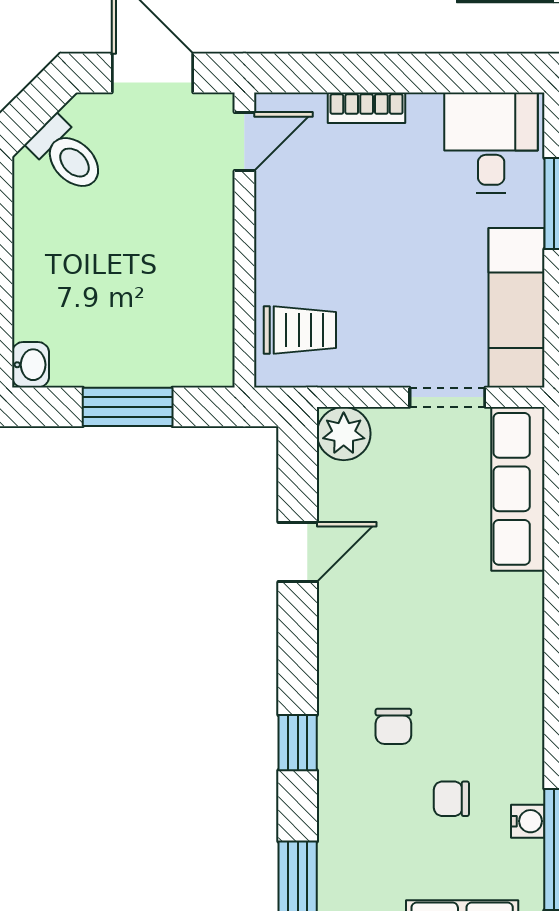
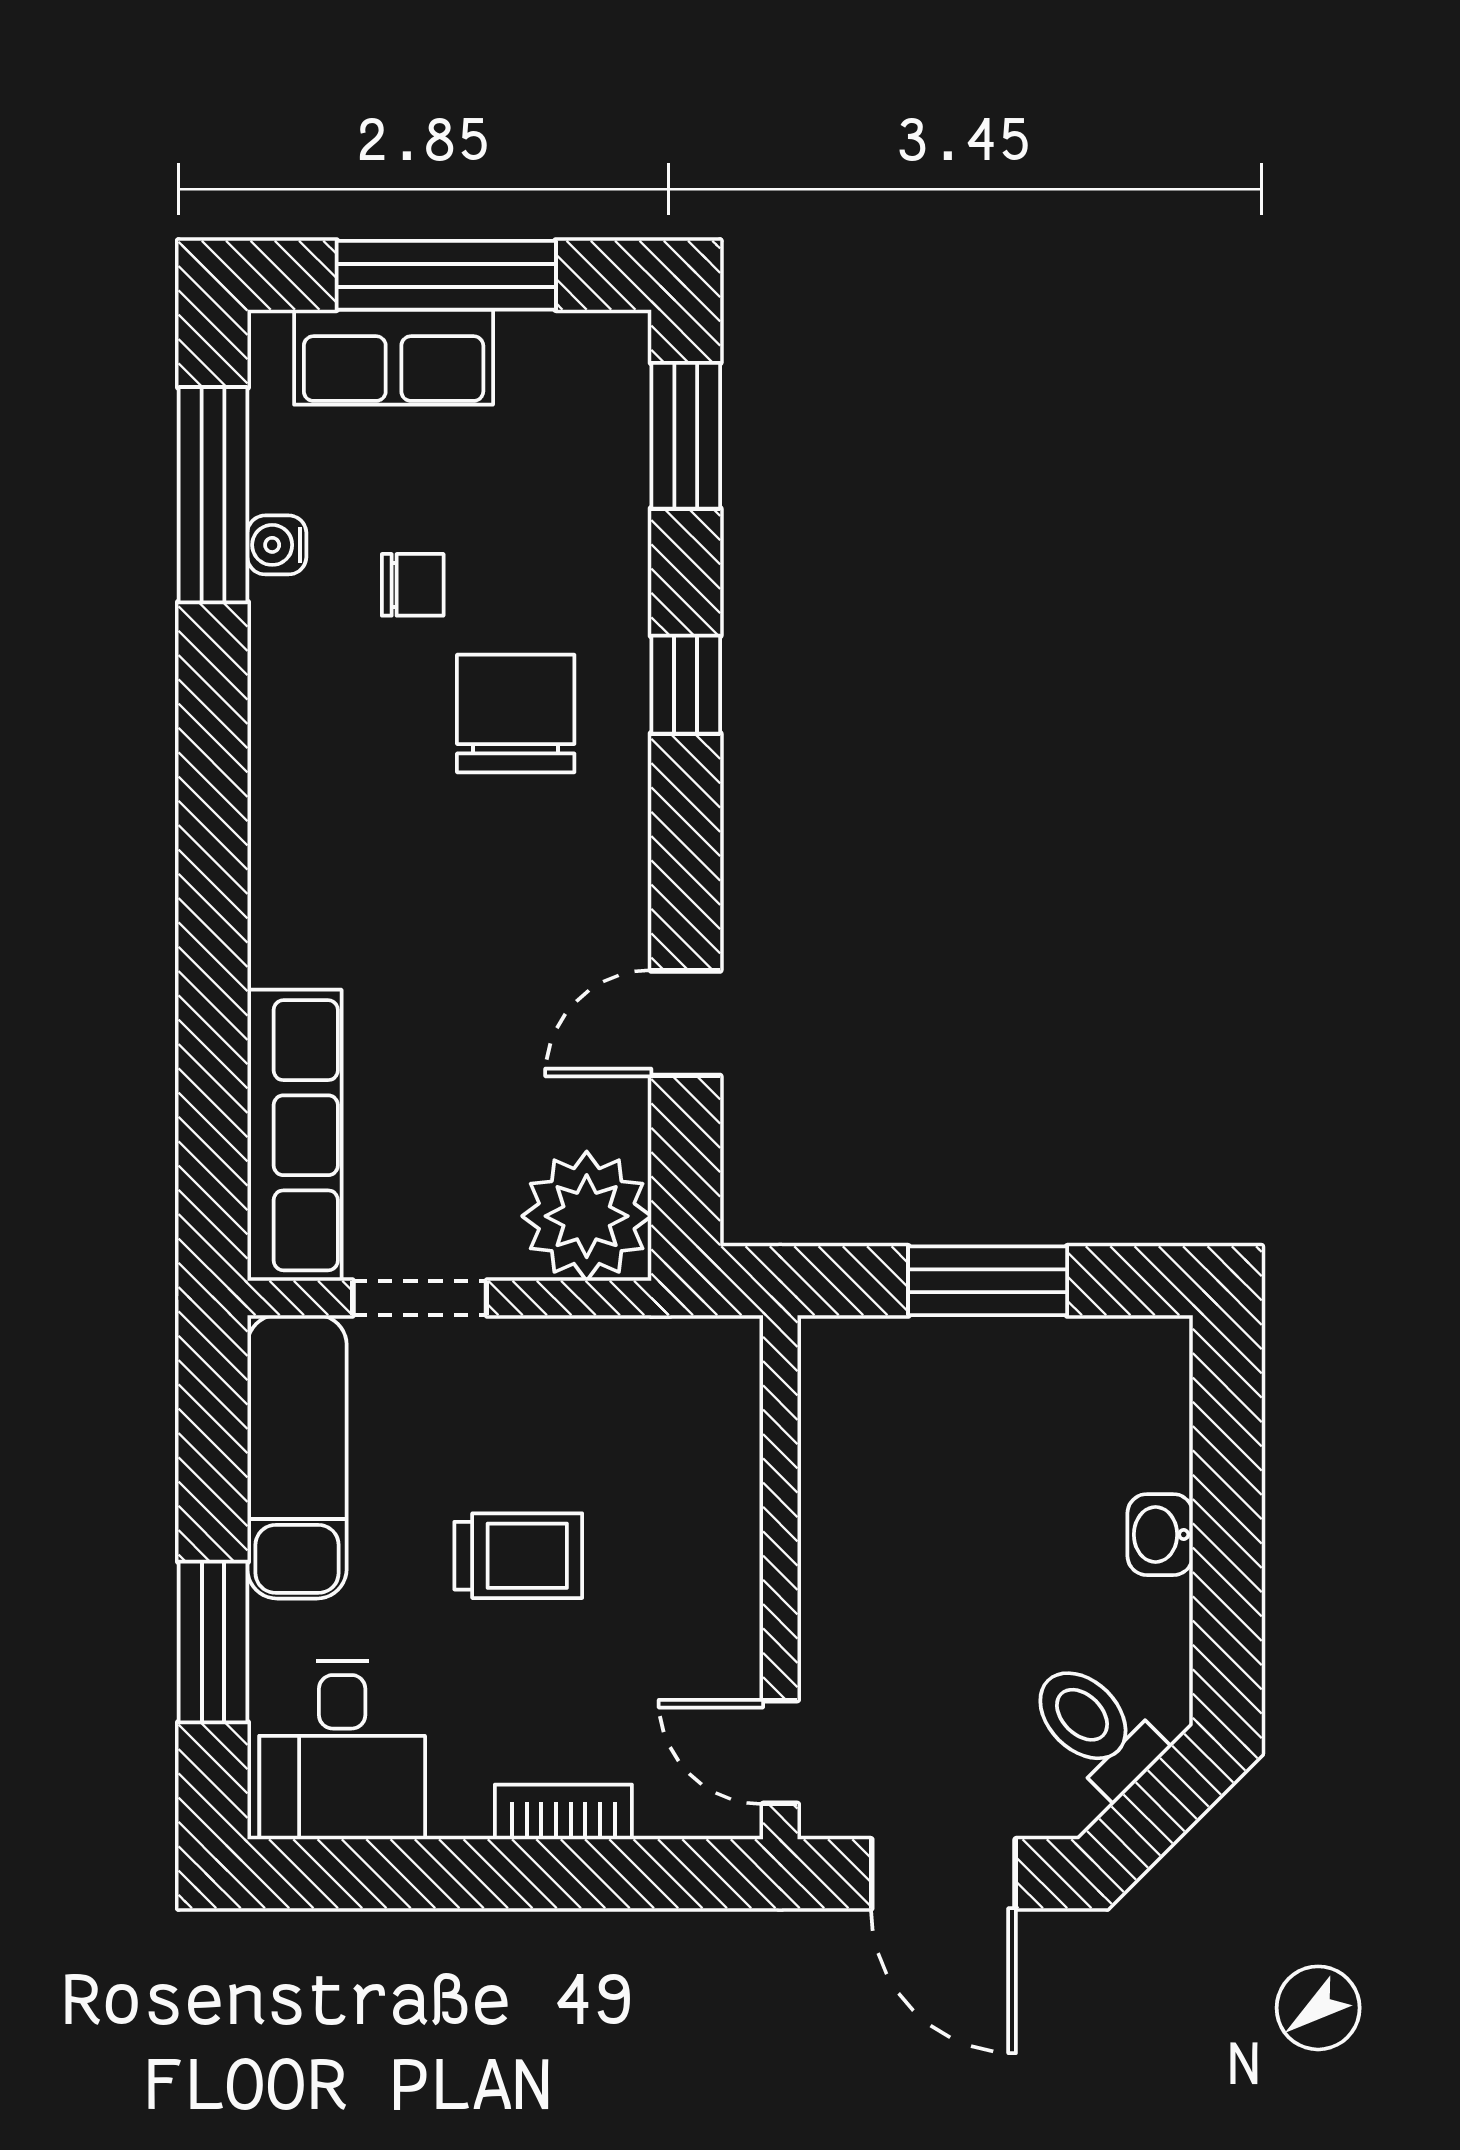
door: (244, 142) -> (780, 1752), hinge flipped
trolley: (300, 330) -> (518, 1556), moved, turned 180
washbasin: (31, 365) -> (1160, 1535), moved
plant: (344, 434) -> (587, 1216), width x1.36, depth x1.36
chair: (393, 726) -> (516, 714), width x1.87, depth x1.87

